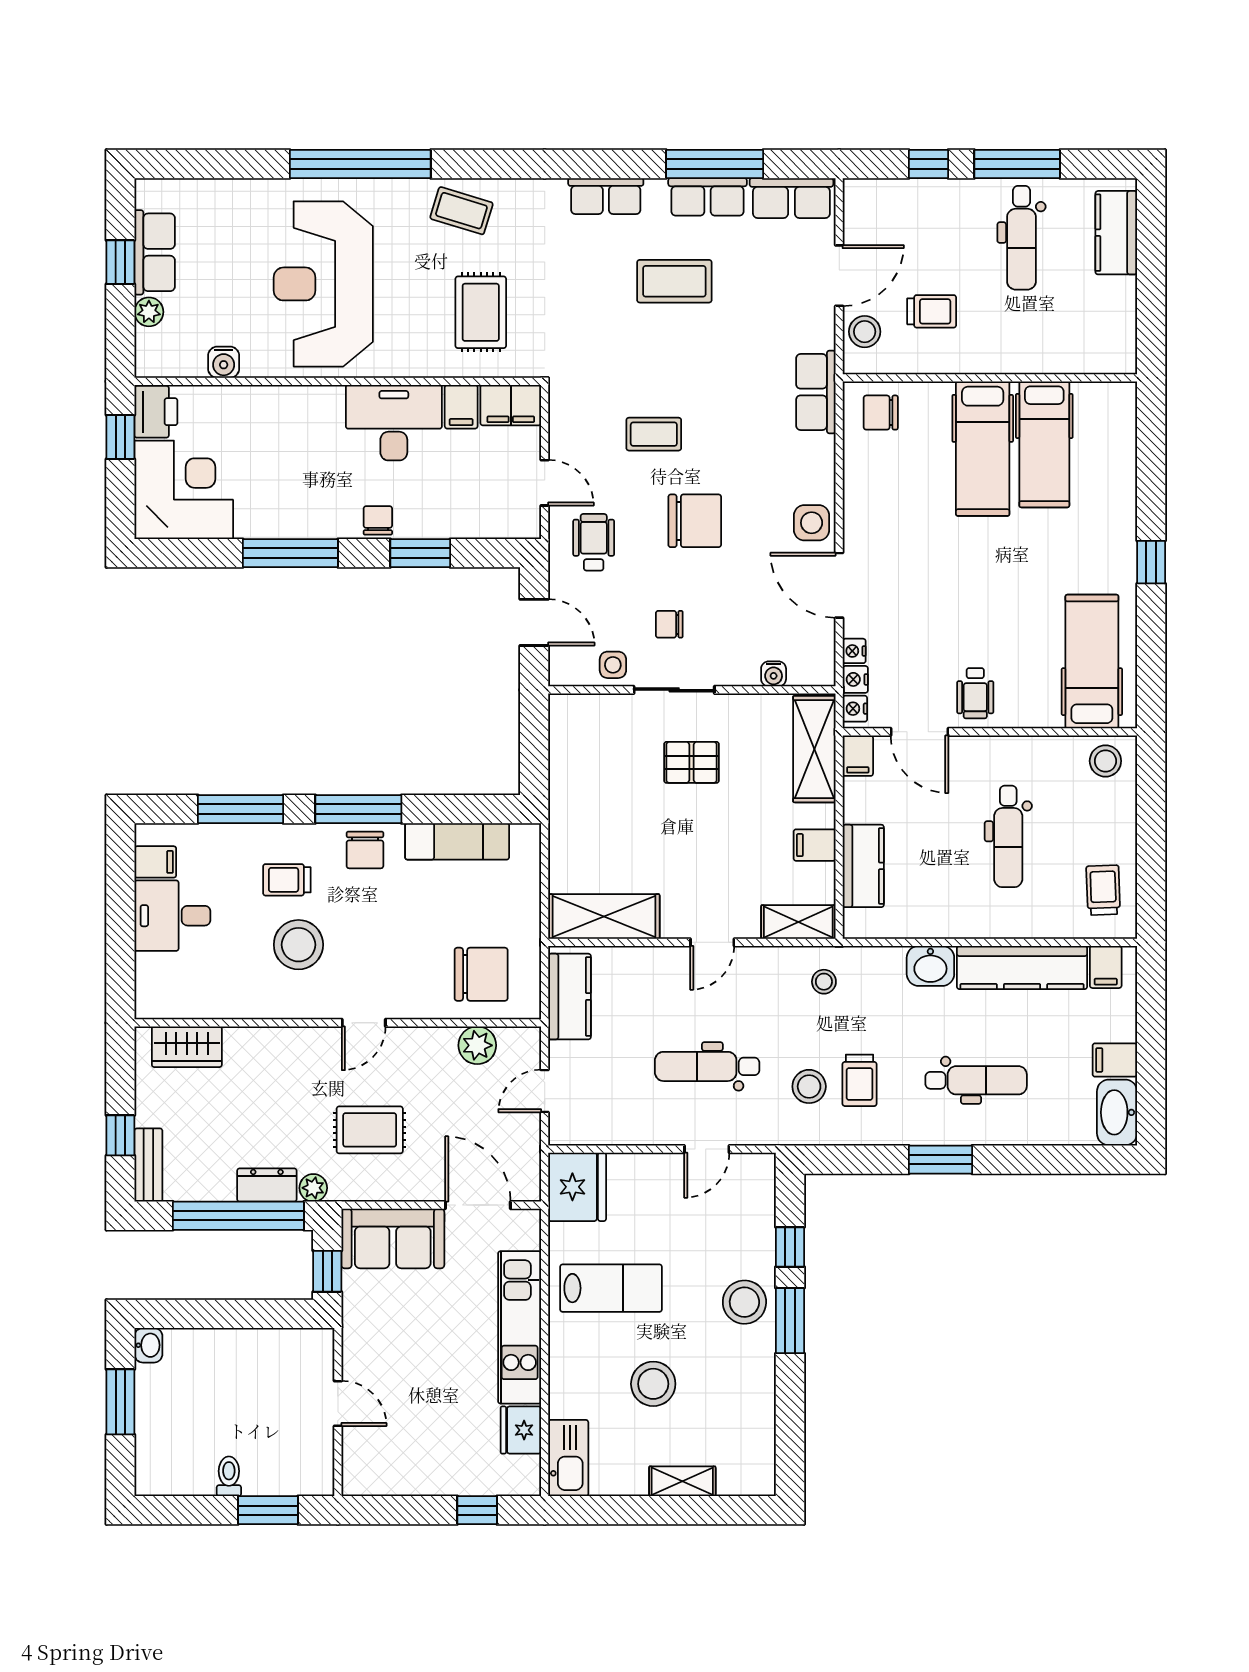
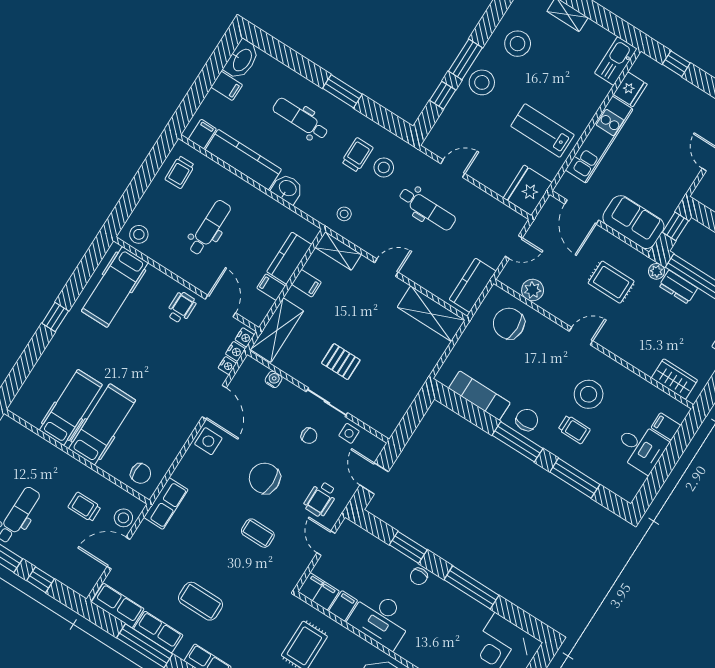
filing cabinet: (858, 756) -> (271, 287), moved, turned -90
filing cabinet: (155, 862) -> (666, 426), moved
stool: (653, 1384) -> (518, 44), moved

